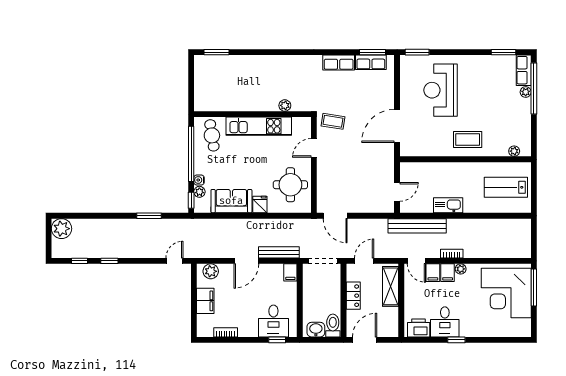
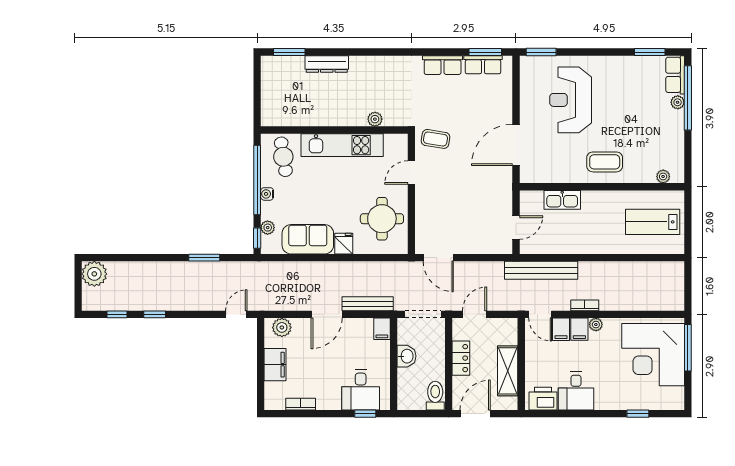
dresser: (246, 62) -> (327, 64), added
water cooler: (199, 180) -> (267, 194), moved
kitchen sink: (448, 205) -> (562, 200), moved, turned 180
shelving: (390, 286) -> (508, 371), moved
washbasin: (316, 330) -> (407, 356), moved, turned 90
window: (456, 340) -> (638, 414), moved

